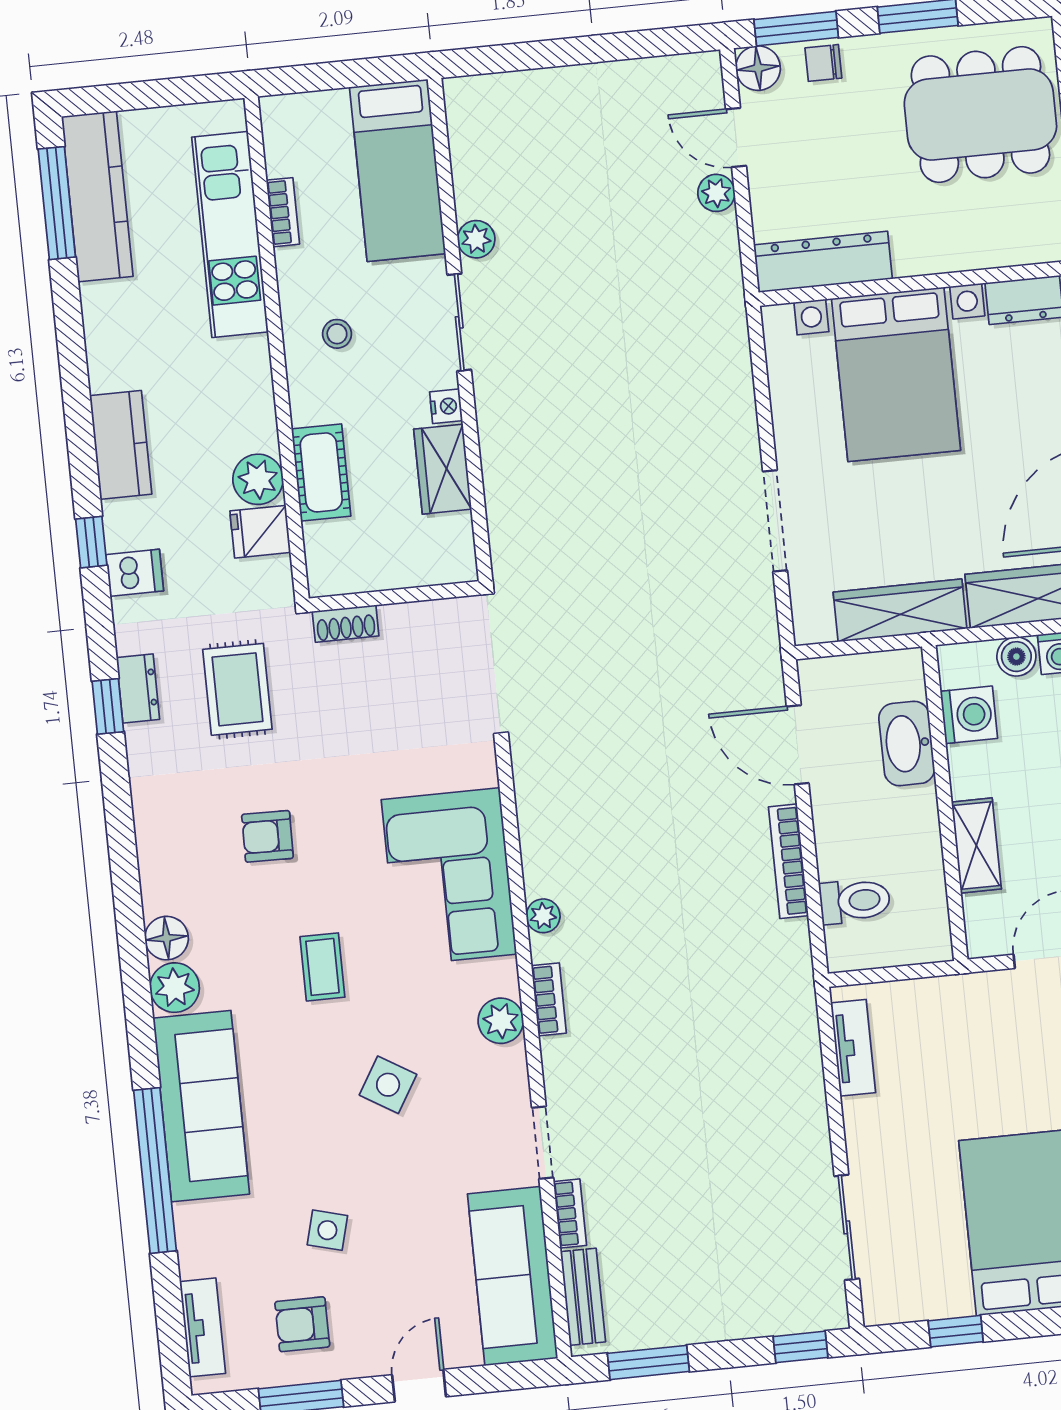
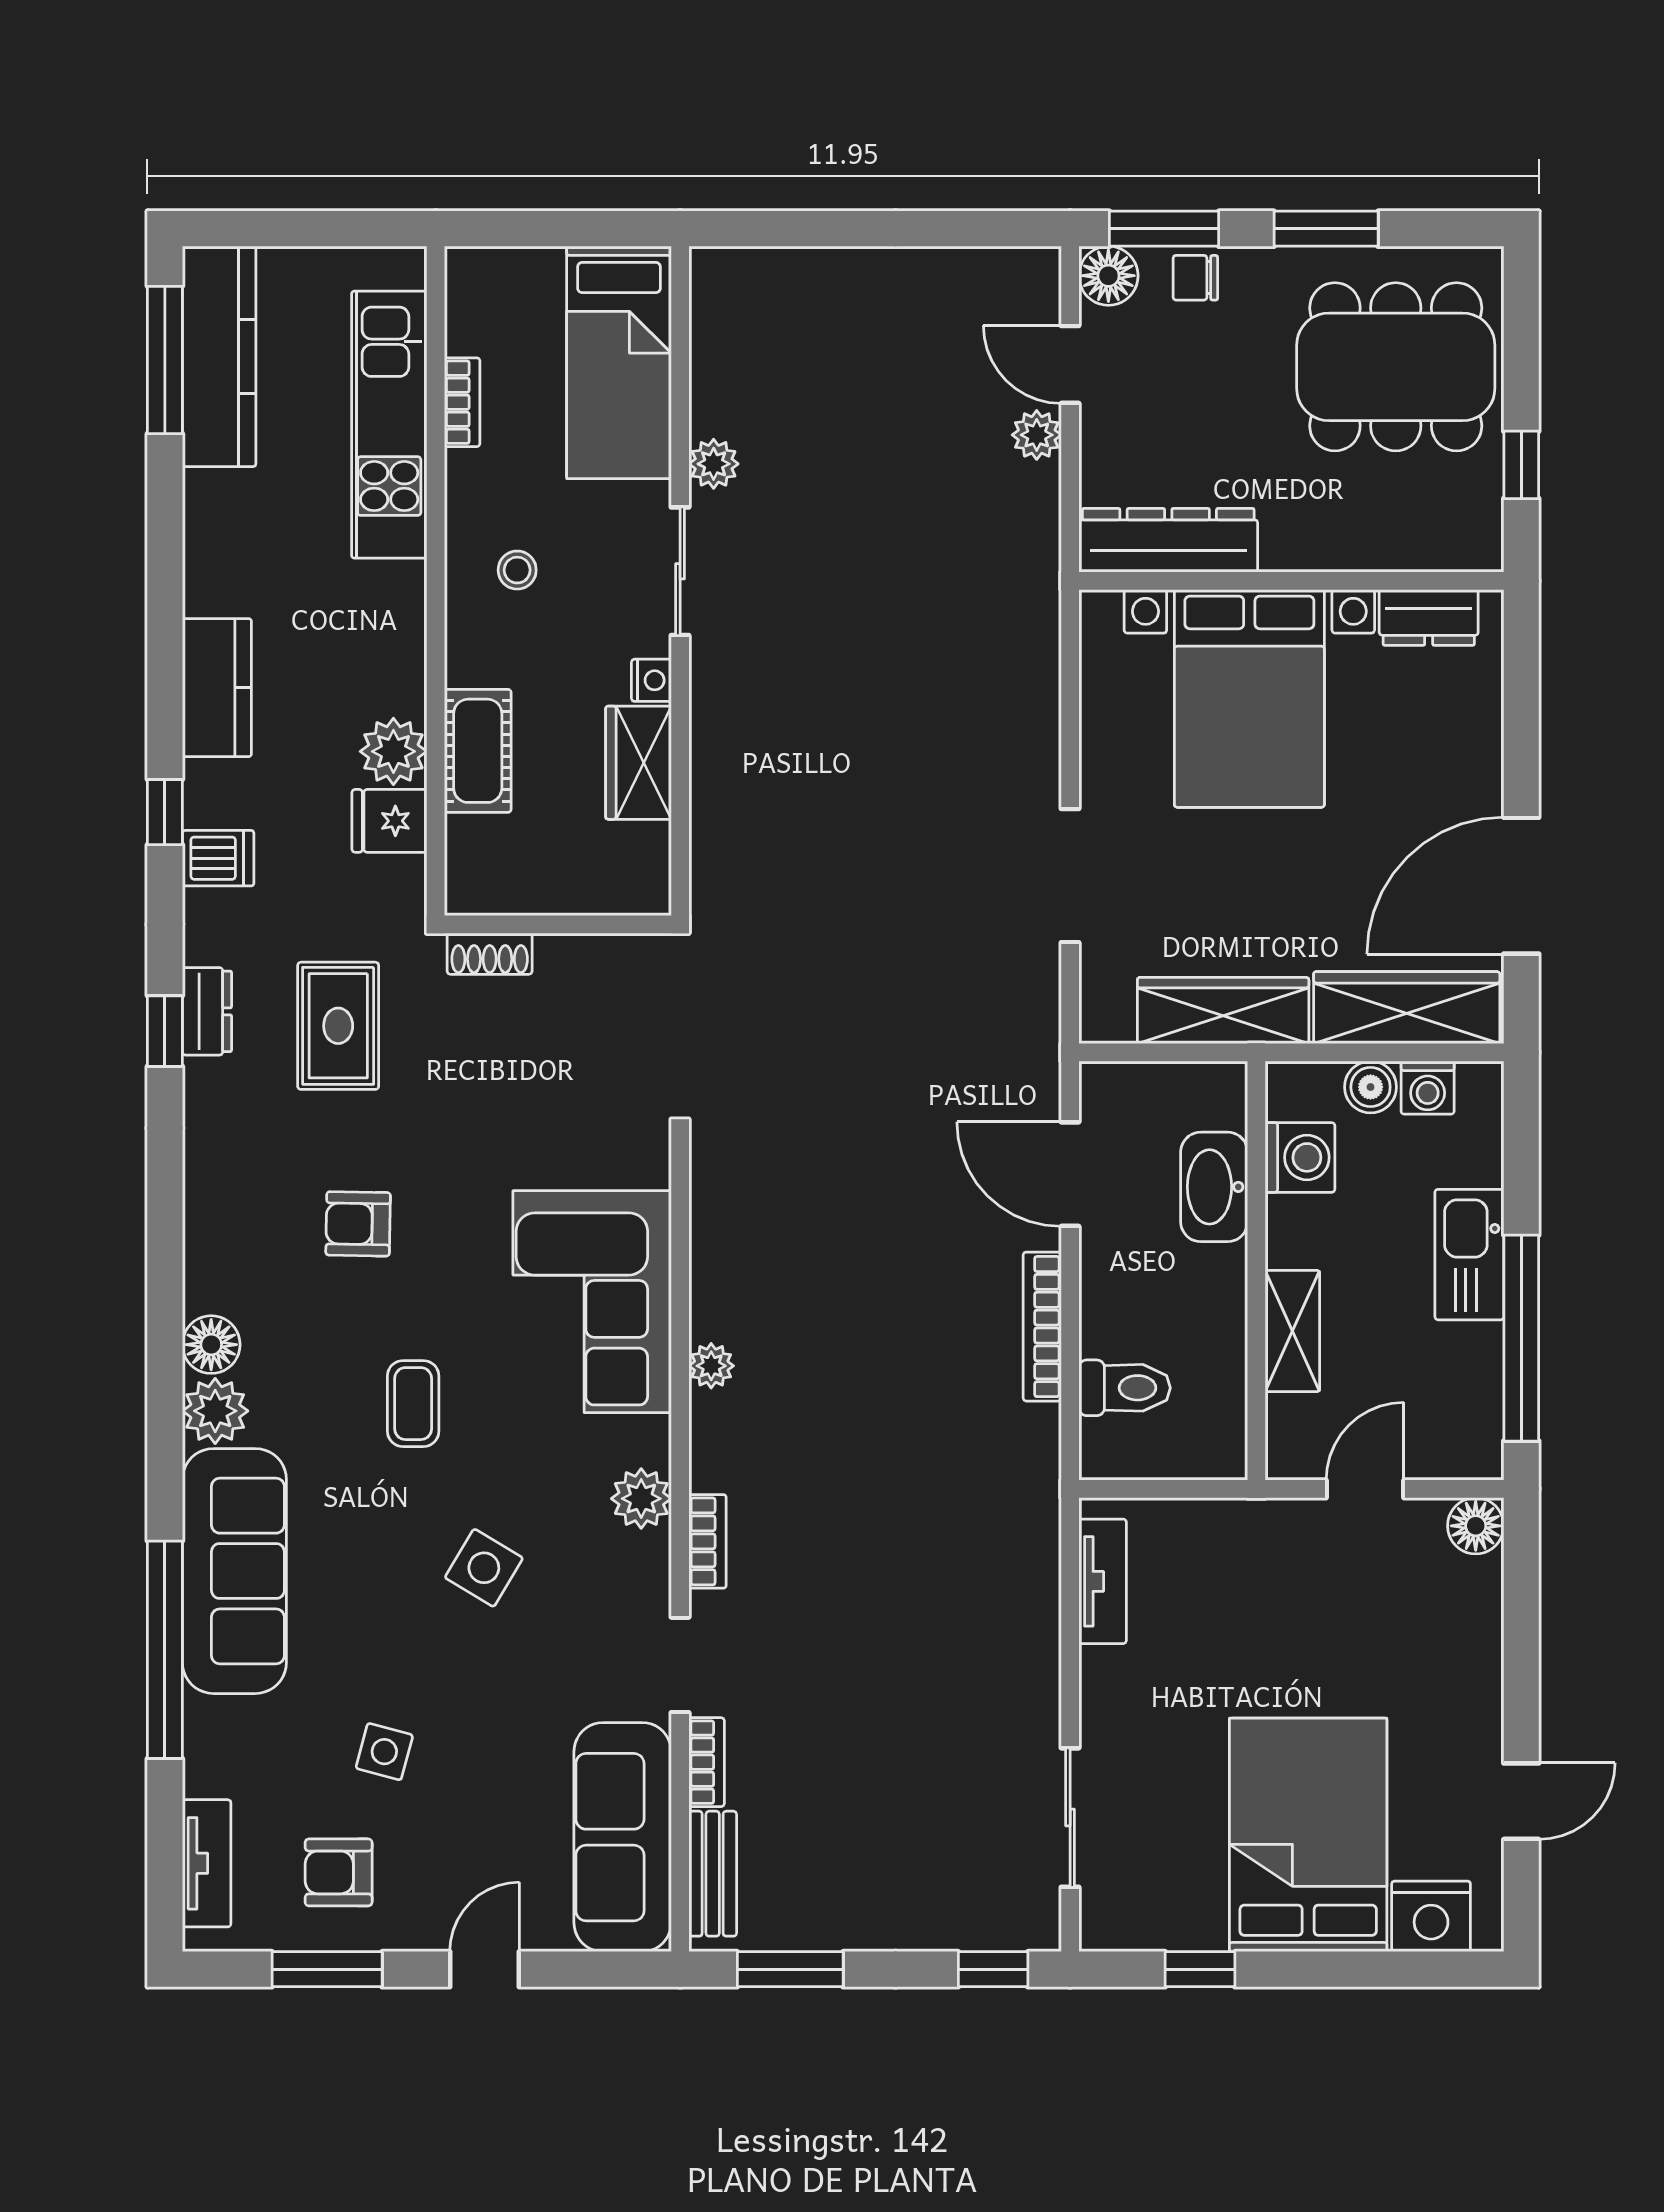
bookcase: (549, 999) -> (708, 1541), moved

